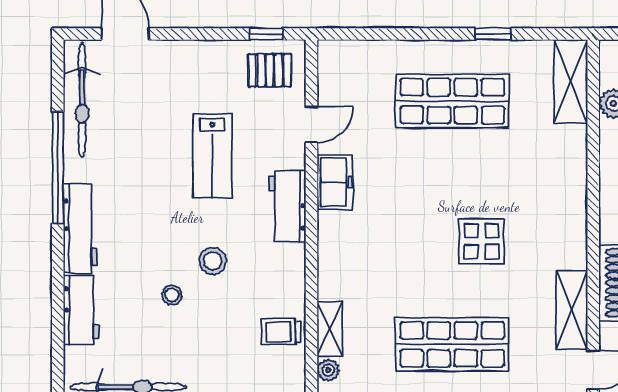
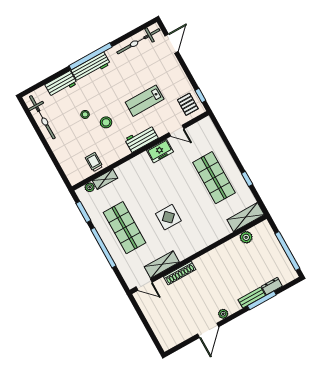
window: (58, 168) -> (91, 56), moved

